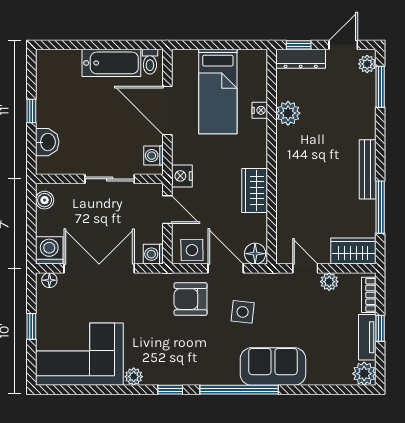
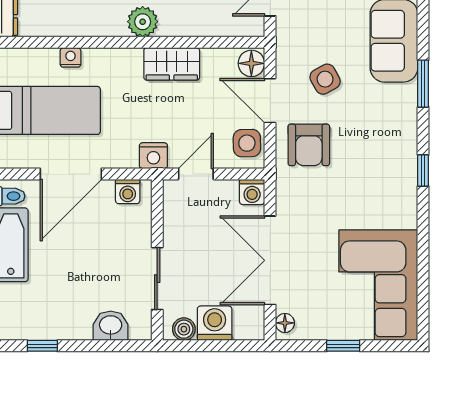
window: (31, 111) -> (42, 346), moved
plant: (288, 113) -> (143, 22), moved
sliding door: (110, 179) -> (157, 279), moved
washing machine: (49, 250) -> (215, 323), moved, turned 90
door: (226, 268) -> (270, 101), hinge flipped
side table: (243, 312) -> (325, 79), turned -35
plant: (134, 377) -> (407, 217), removed
window: (239, 390) -> (423, 84), width x0.47

